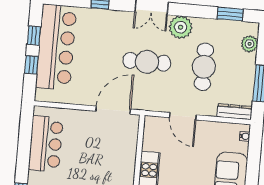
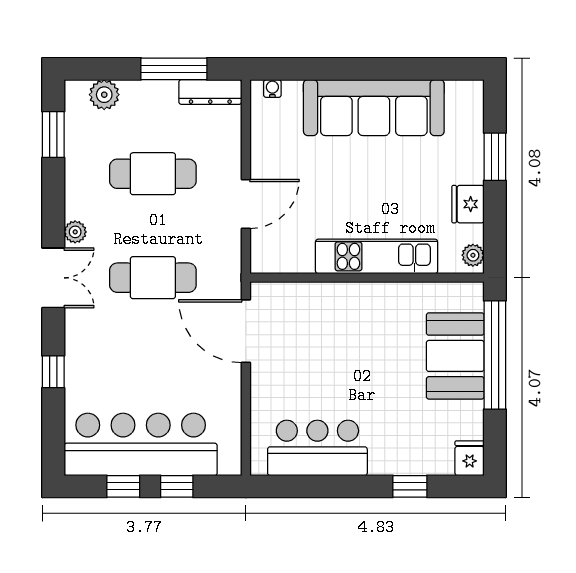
plant: (181, 27) -> (75, 232), width x0.53, depth x0.53
cafe table: (147, 62) -> (153, 278), turned 90
dresser: (234, 112) -> (210, 92), moved, turned -90

